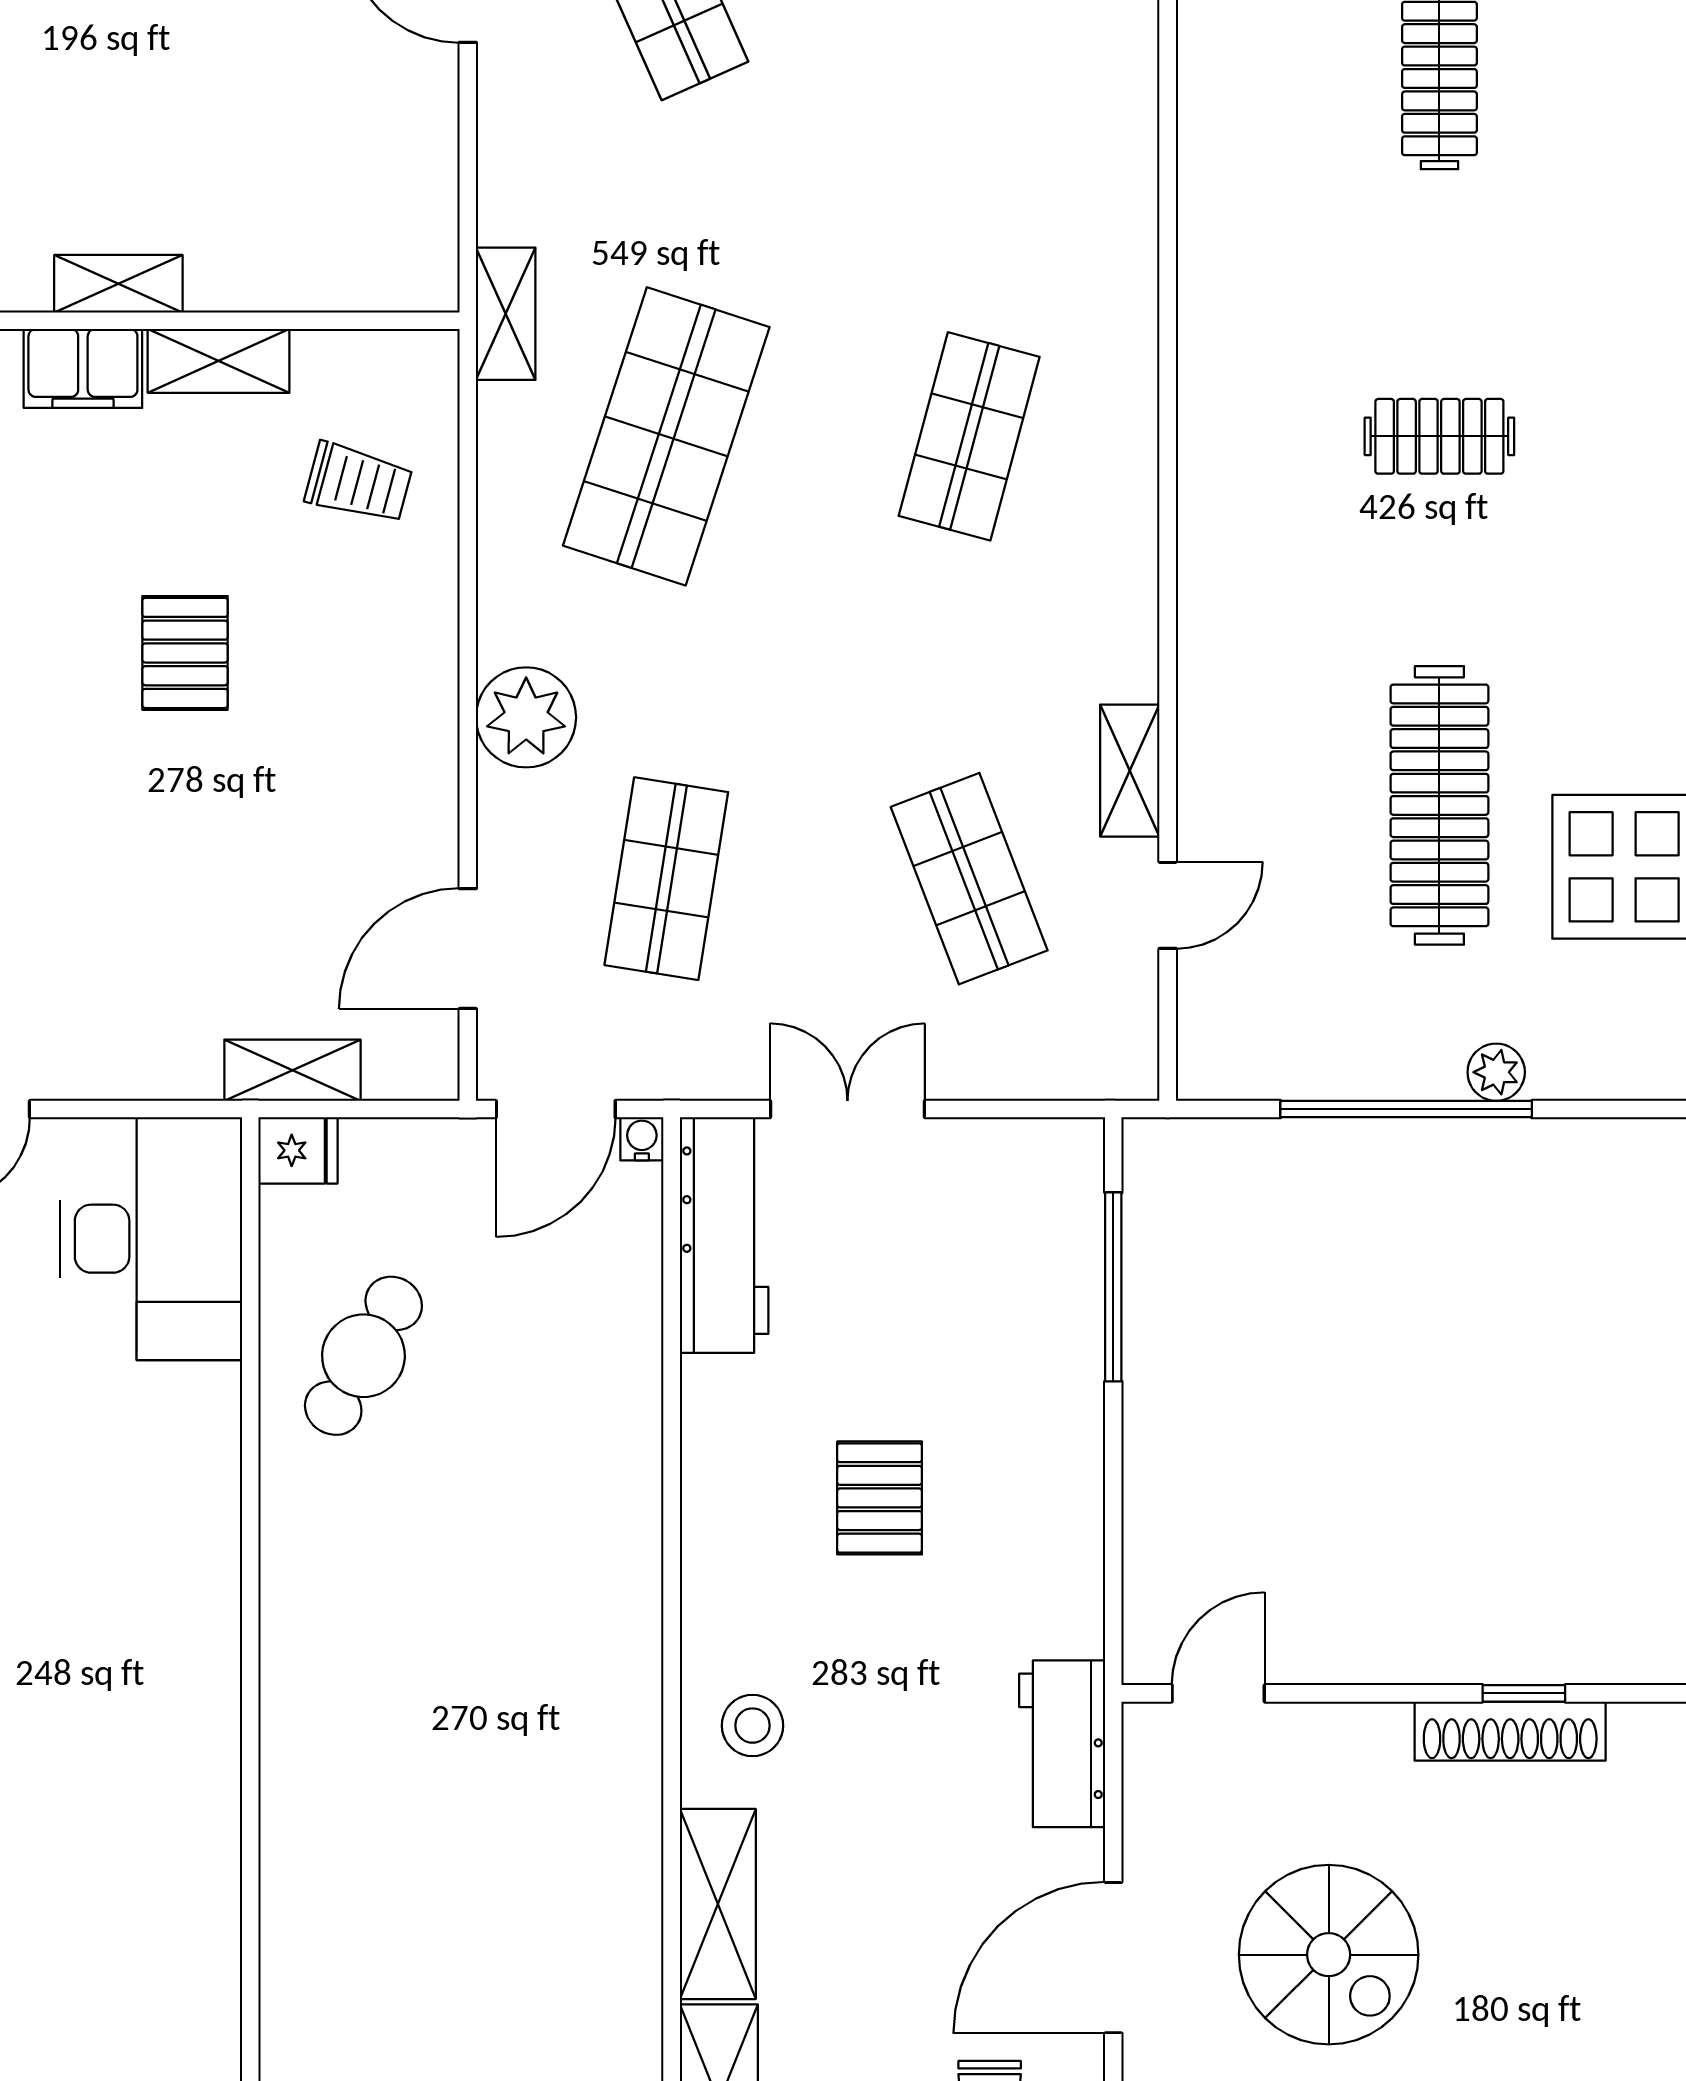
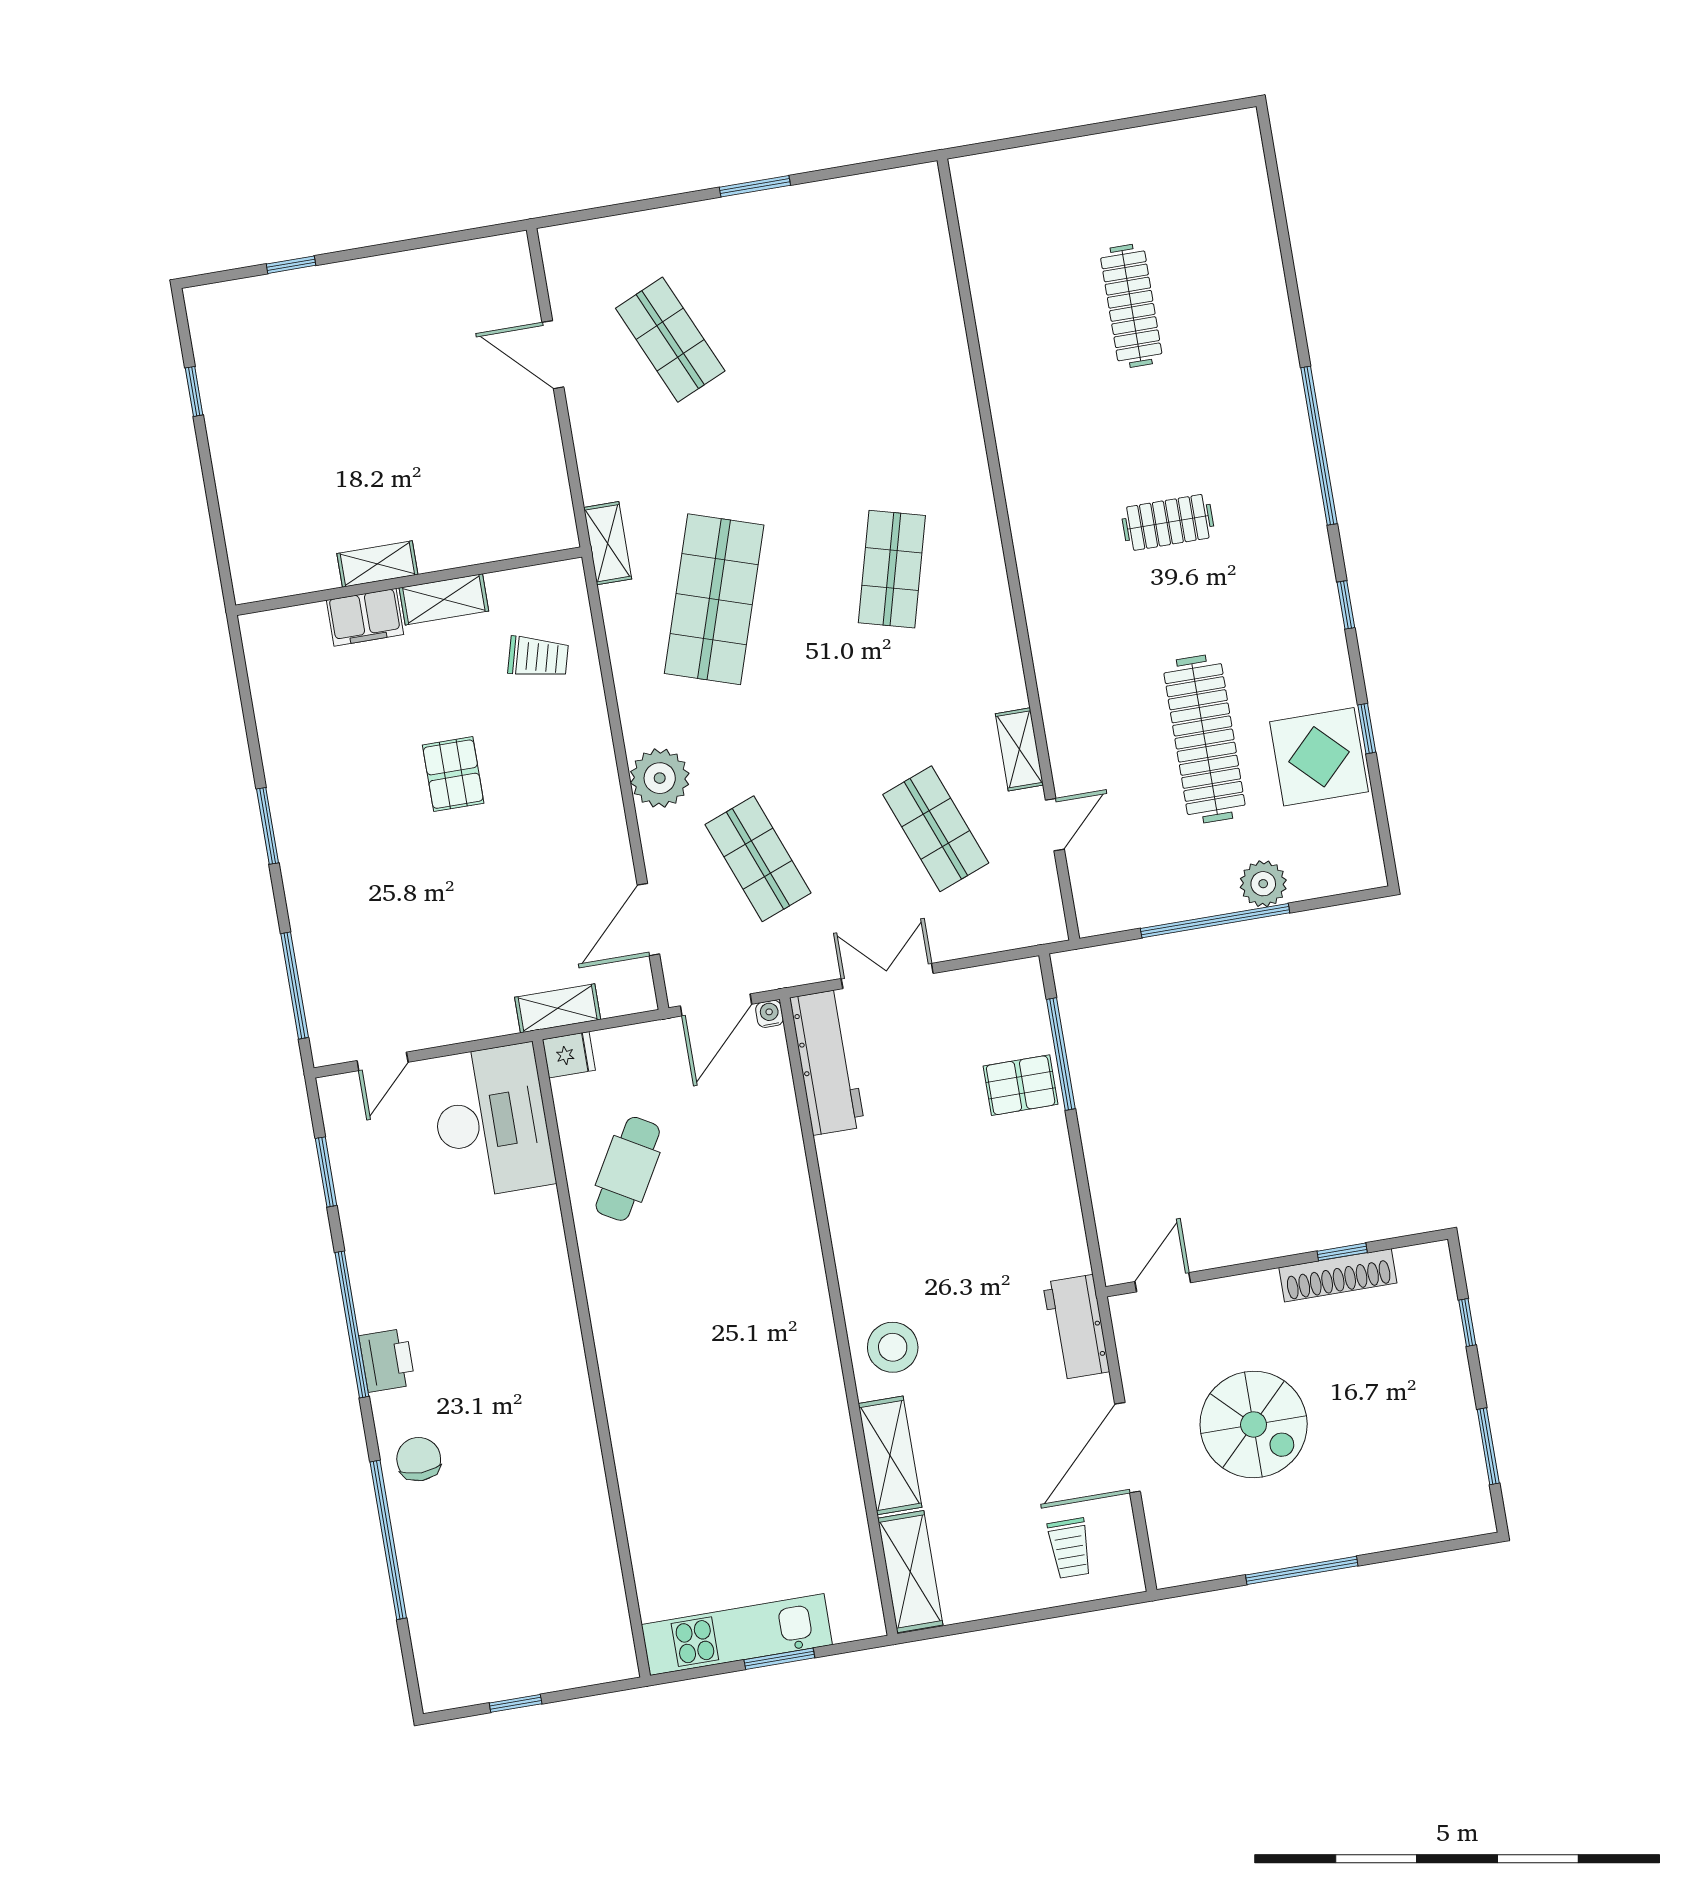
shop shelf: (666, 879) -> (758, 859), turned -30
plant: (1496, 1072) -> (1263, 884), width x1.38, depth x1.38
pallet: (880, 1498) -> (1021, 1085), moved, turned 90
stool: (752, 1726) -> (893, 1347), width x1.38, depth x1.38

